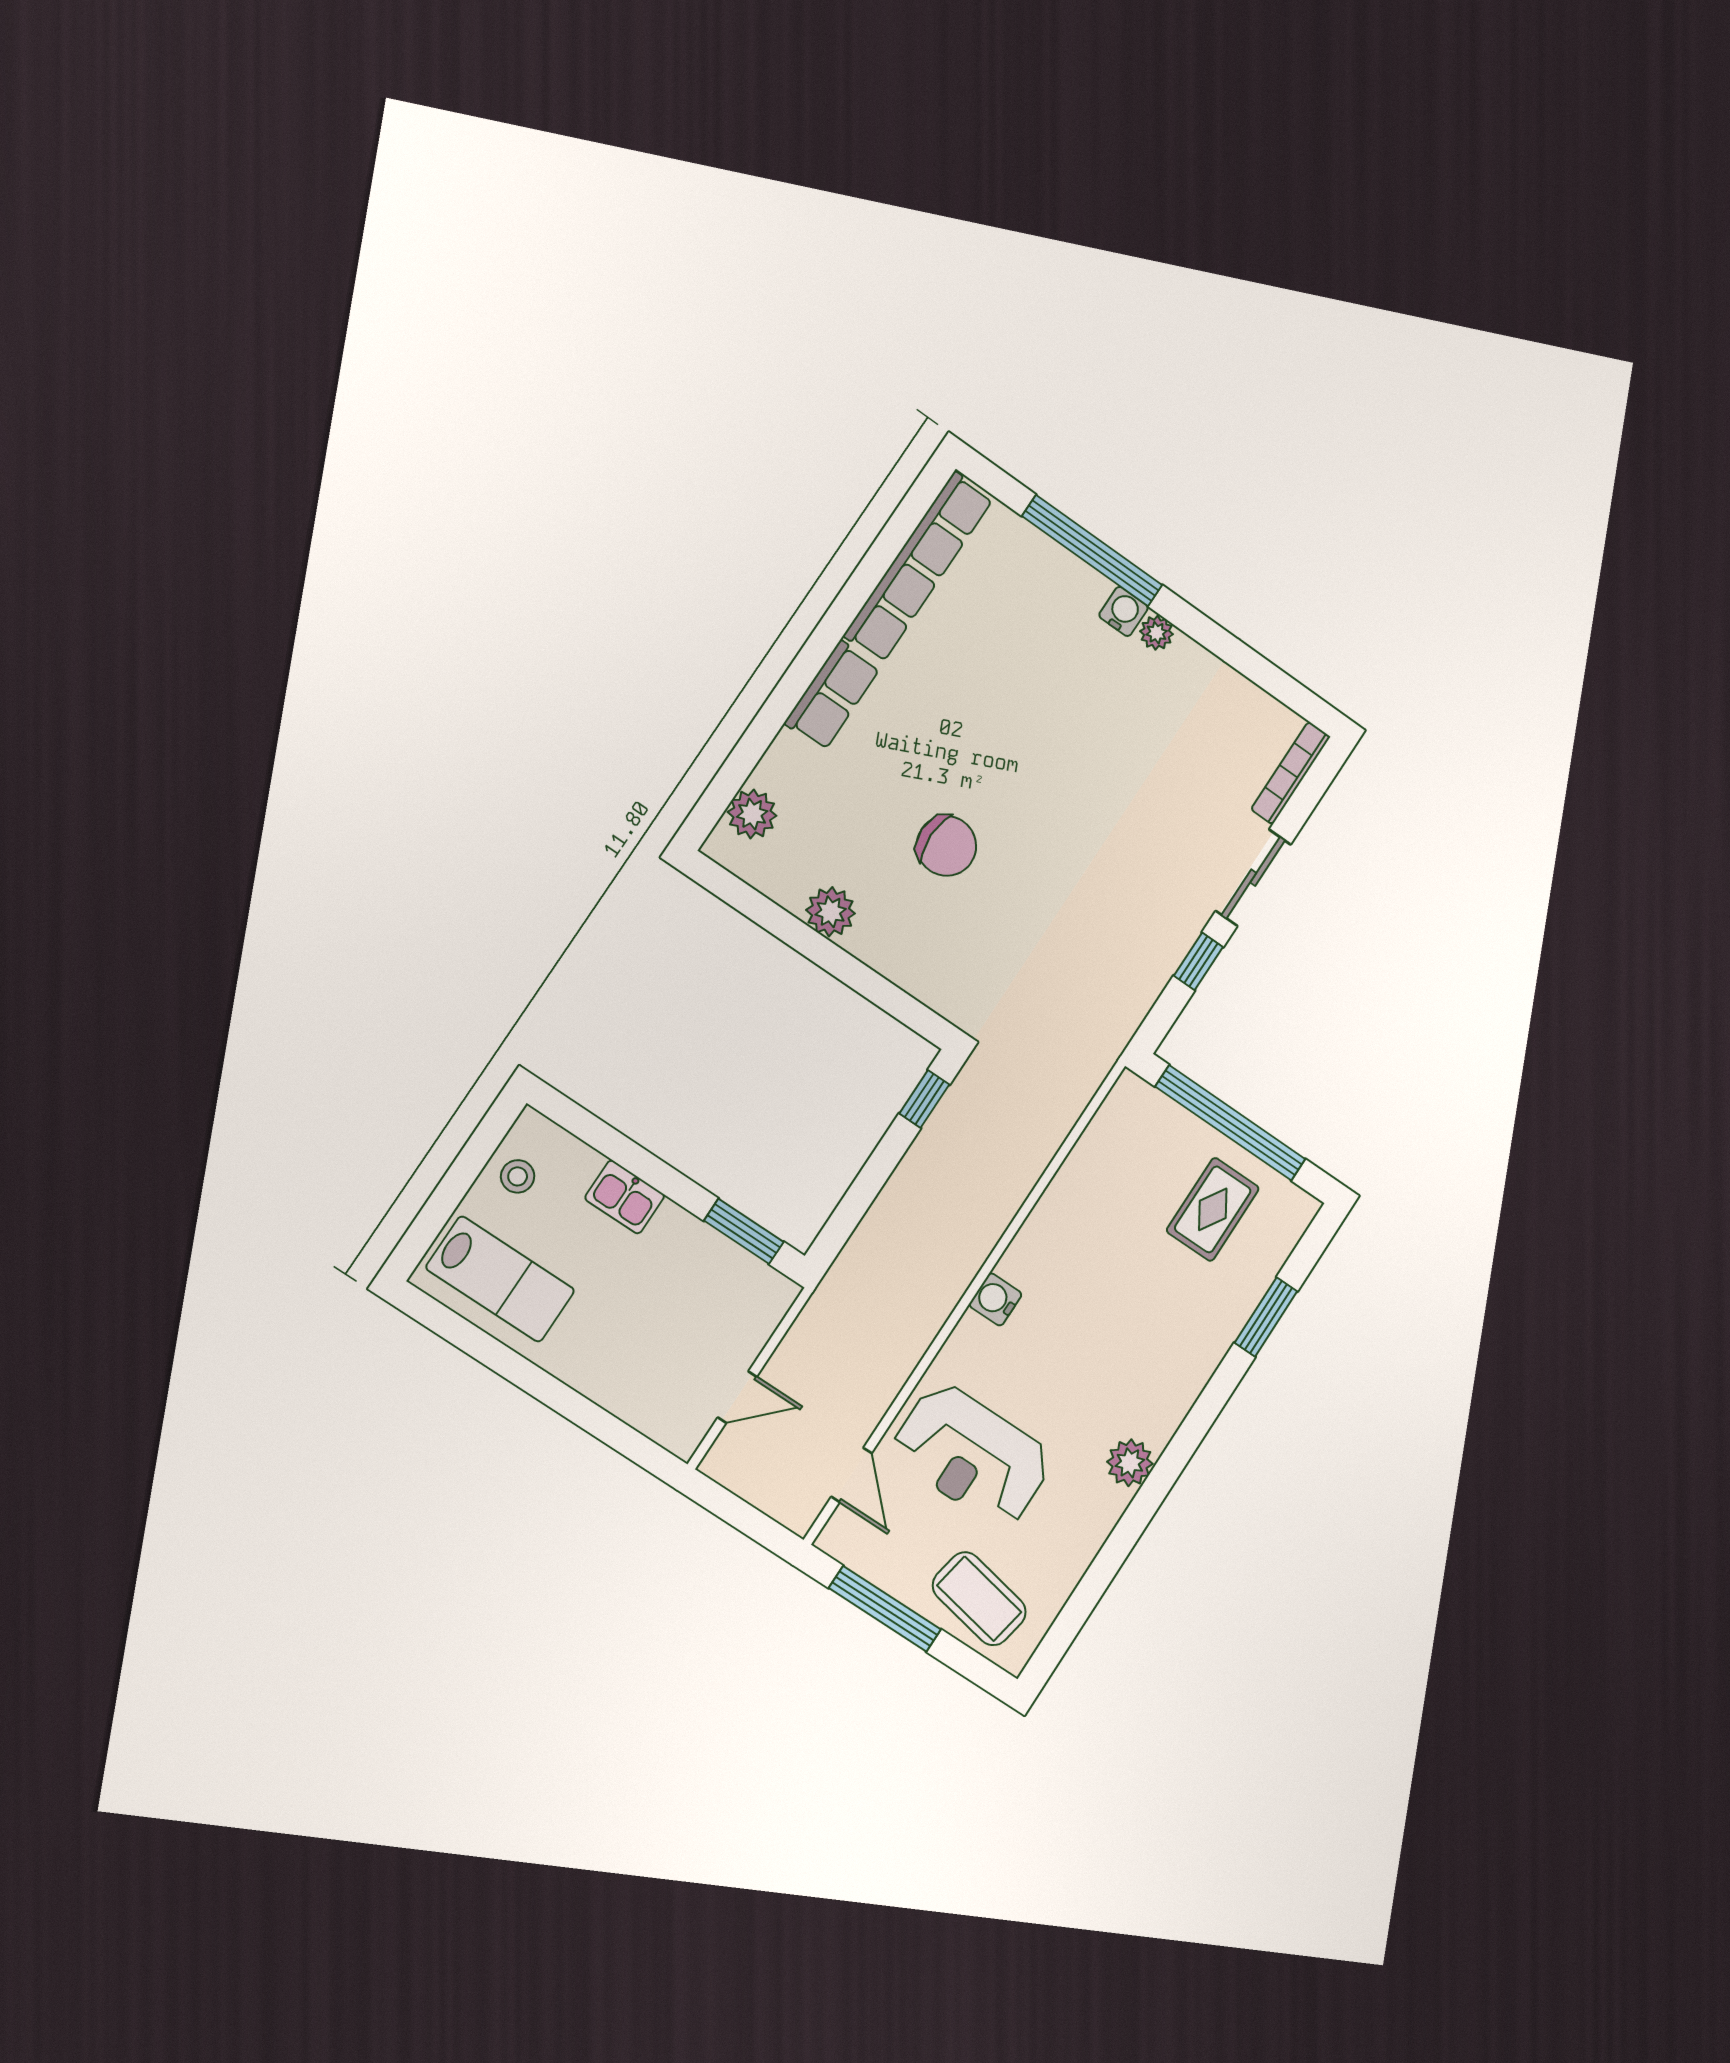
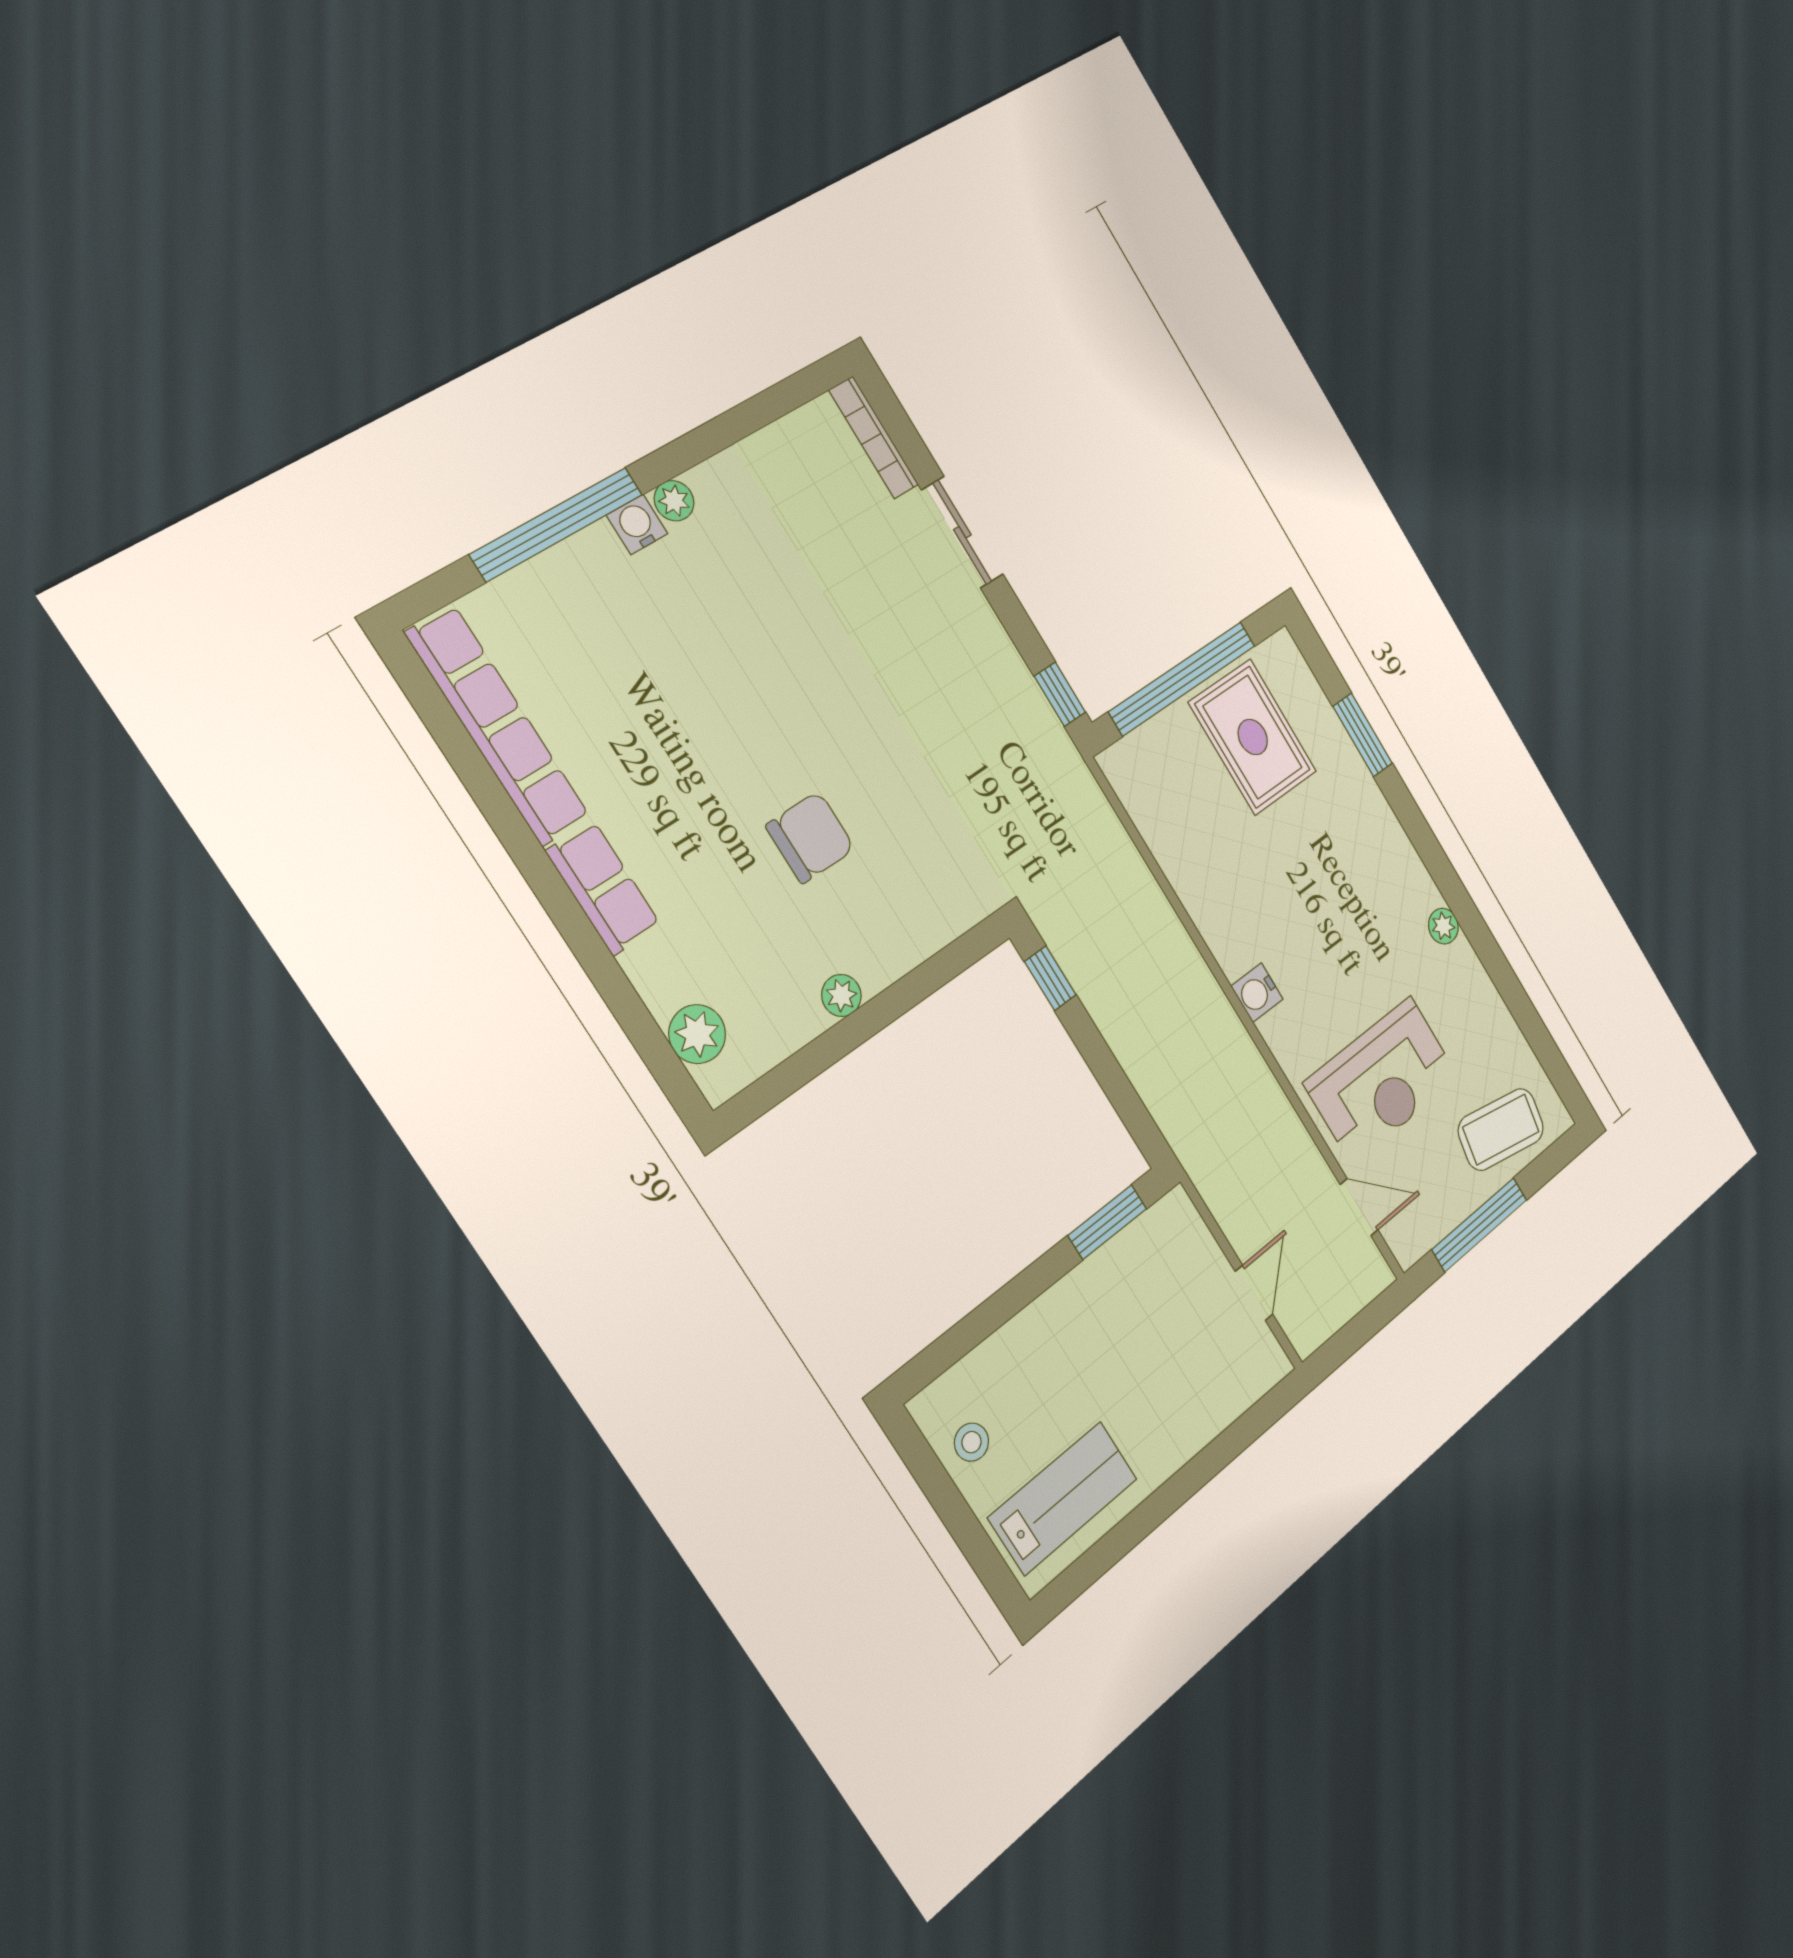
plant: (831, 912) -> (841, 995), width x0.73, depth x0.73
window: (1198, 961) -> (1060, 694), moved
kitchen sink: (625, 1197) -> (1032, 1334), removed
rug: (1213, 1209) -> (1253, 737), width x1.36, depth x1.43
plant: (1130, 1463) -> (1443, 926), width x0.73, depth x0.73

